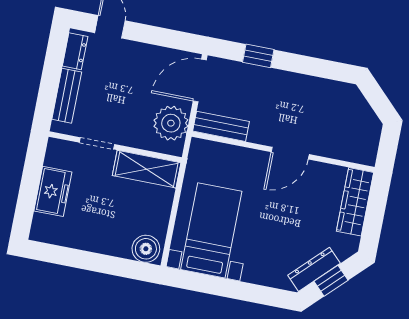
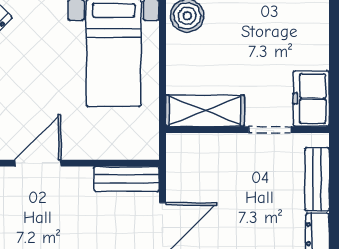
plant: (171, 123) -> (187, 171), removed
freezer: (53, 191) -> (311, 99), moved

